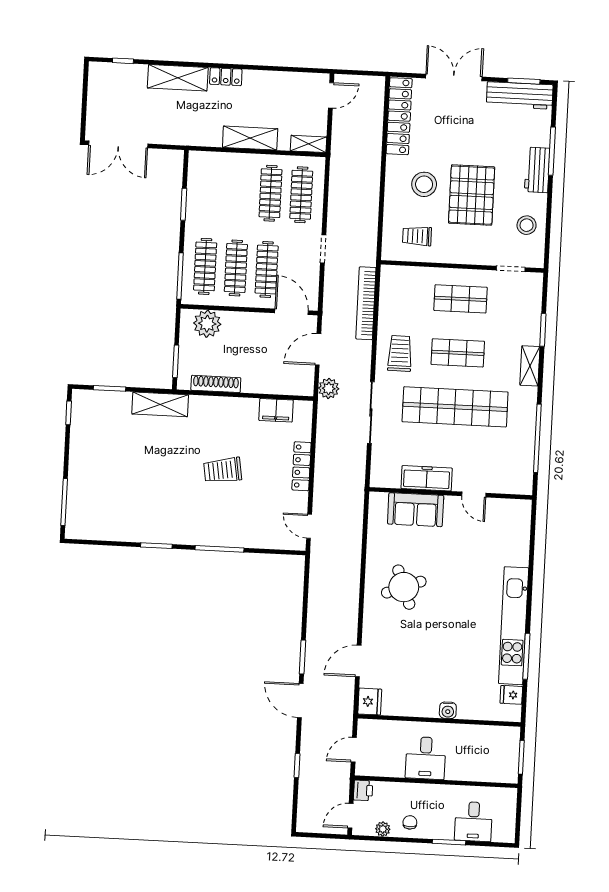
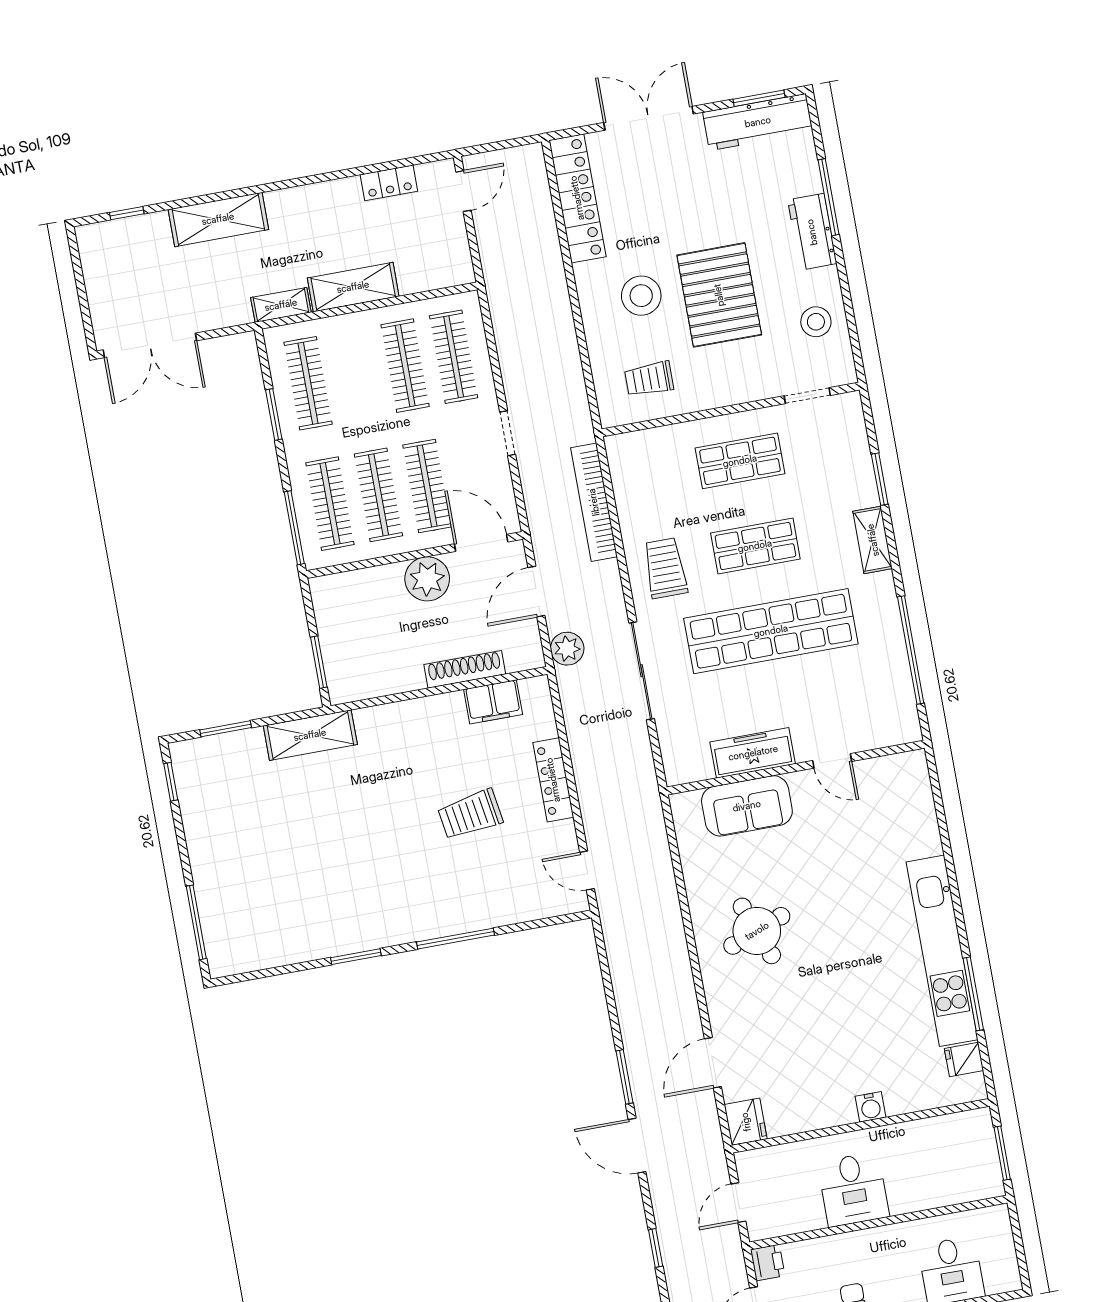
locker: (226, 77) -> (389, 183), moved
shelving: (308, 144) -> (281, 305), moved
clothes rail: (209, 190) -> (308, 383), added
plant: (207, 324) -> (427, 579), moved
shoe rack: (216, 384) -> (465, 669), moved
trolley: (223, 470) -> (470, 814), moved

